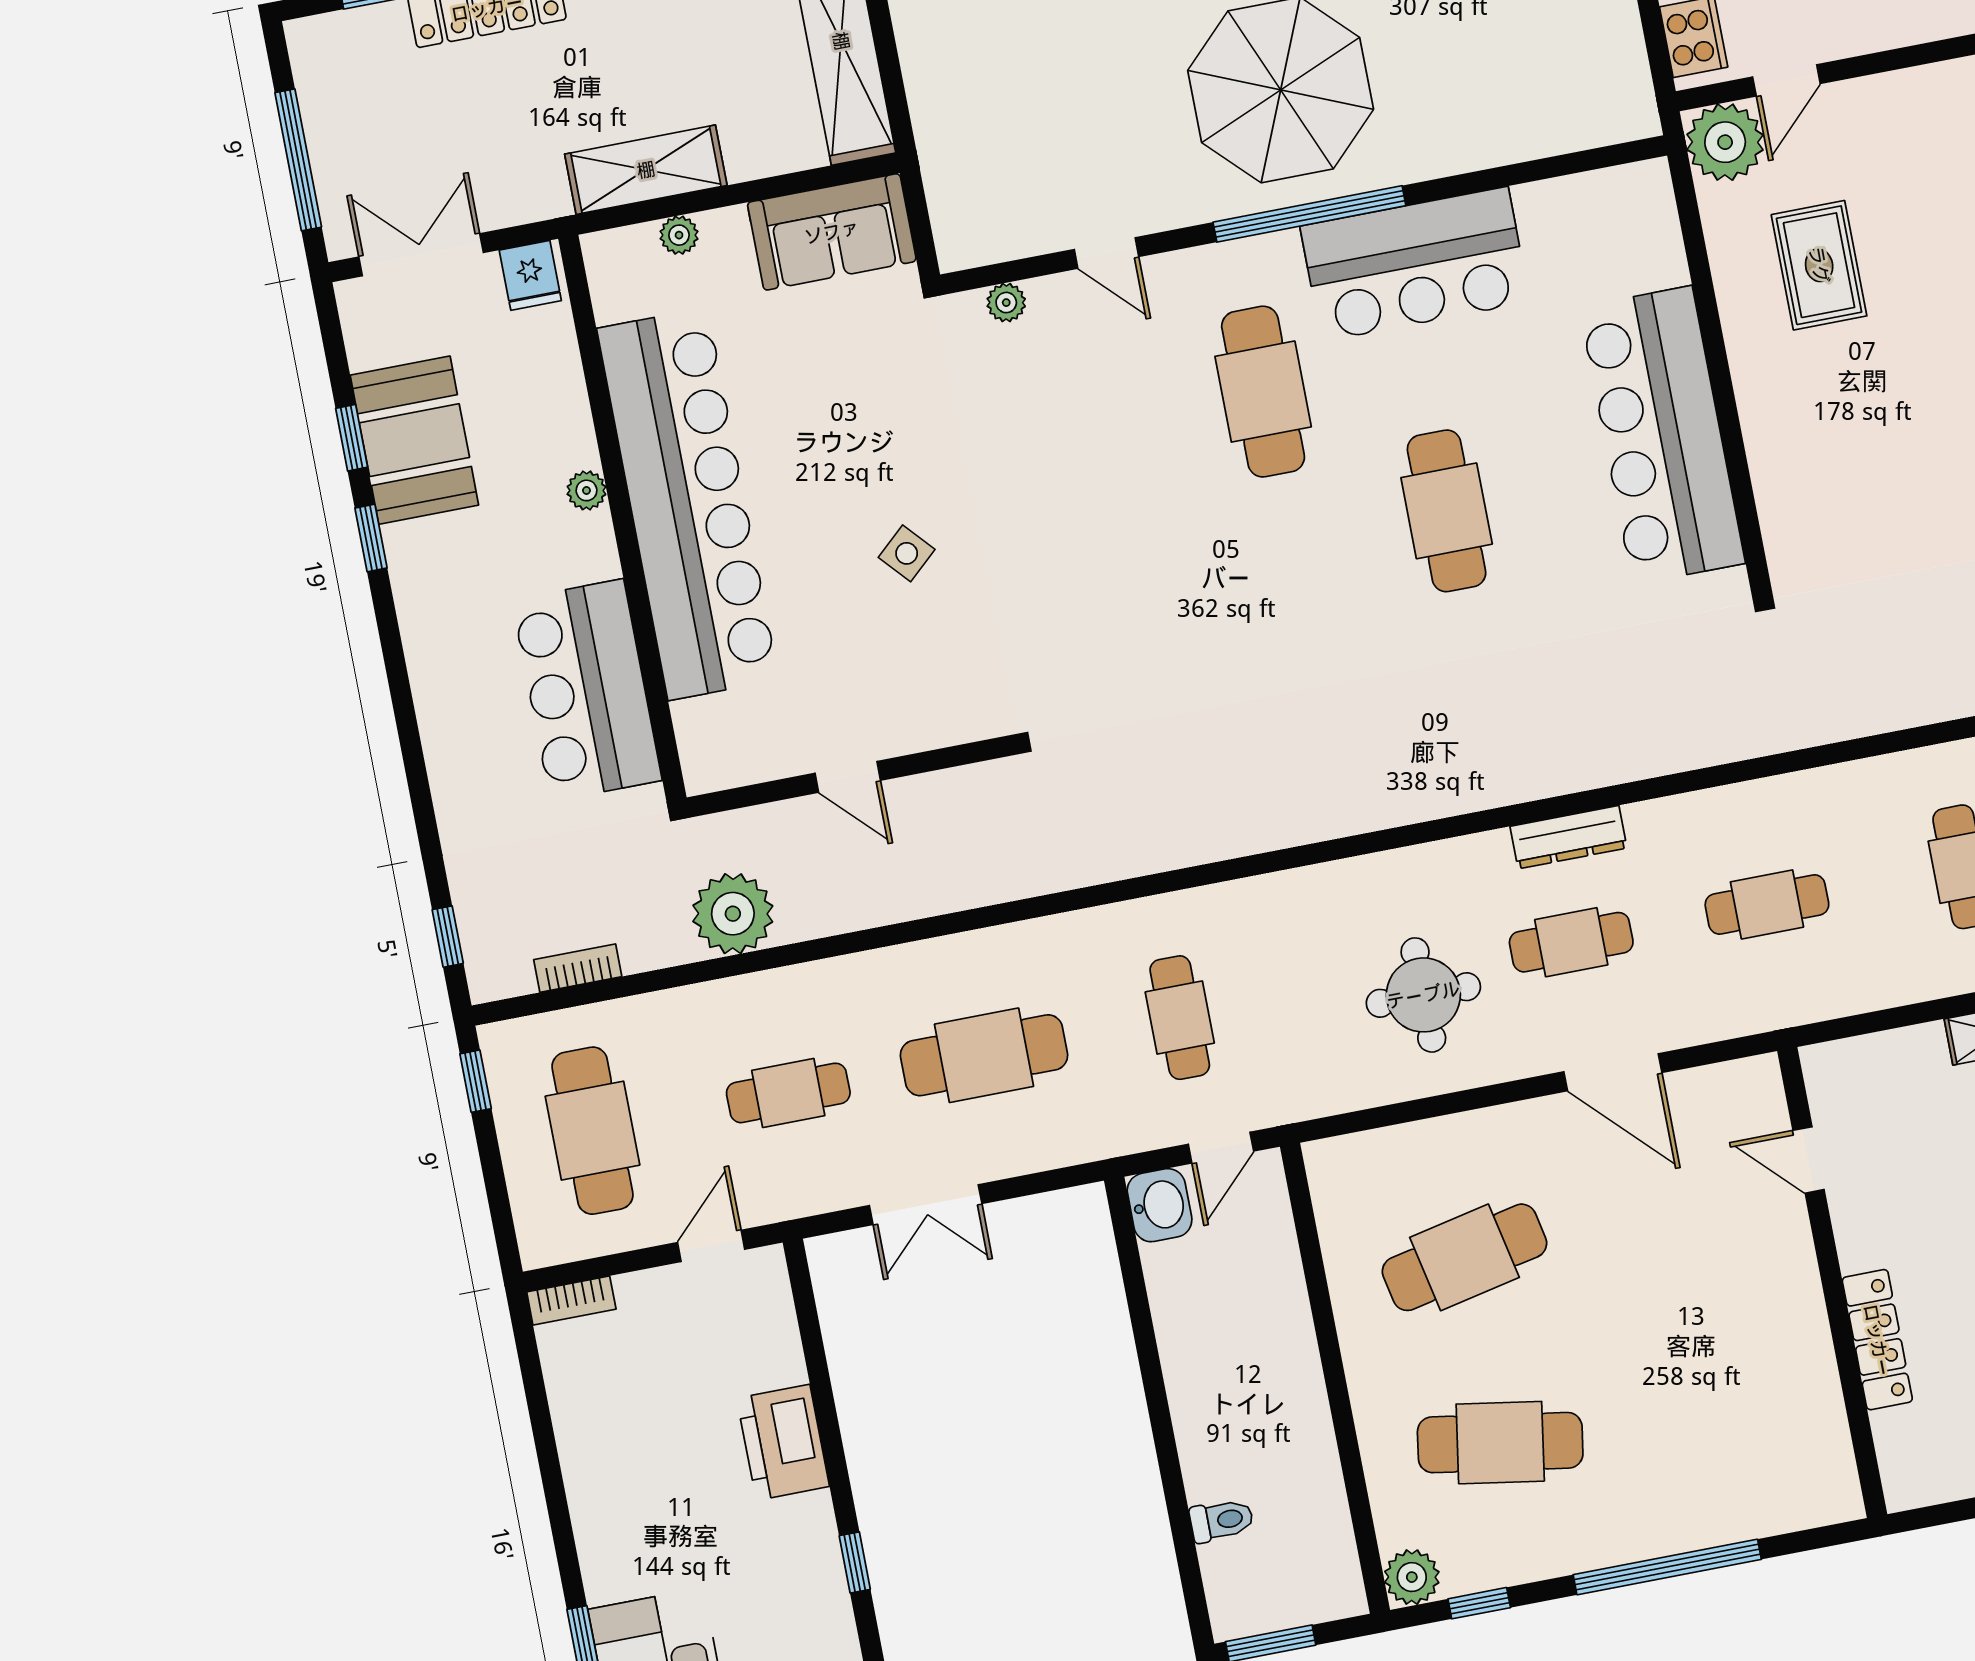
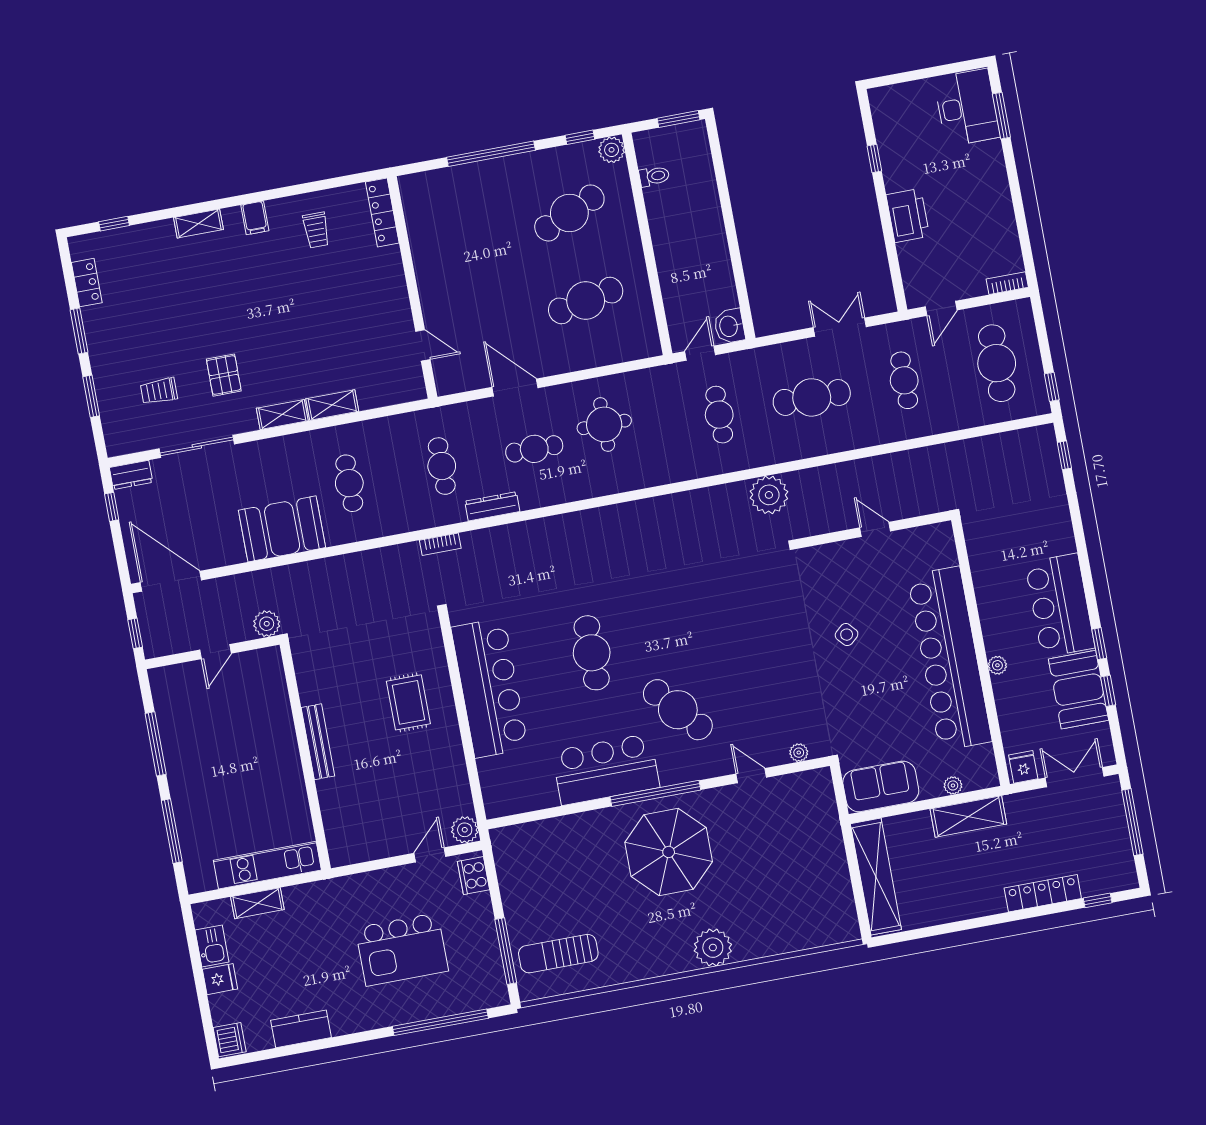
plant: (1725, 142) -> (465, 830), width x0.73, depth x0.73
double door: (421, 255) -> (1075, 777), swing flipped
rug: (1819, 265) -> (408, 702), moved
cafe table: (1263, 392) -> (678, 710), turned -41
bar counter: (587, 690) -> (1060, 605), moved, turned 180
dresser: (1569, 837) -> (492, 506), moved
cafe table: (1767, 904) -> (442, 466), turned 90
plant: (733, 914) -> (769, 495), moved
bookcase: (578, 968) -> (440, 544), moved
cafe table: (788, 1093) -> (904, 380), turned 90
locker: (1877, 1340) -> (382, 213), moved
cafe table: (1500, 1443) -> (569, 213), turned -33
toilet: (1222, 1520) -> (654, 176), moved, turned 180

